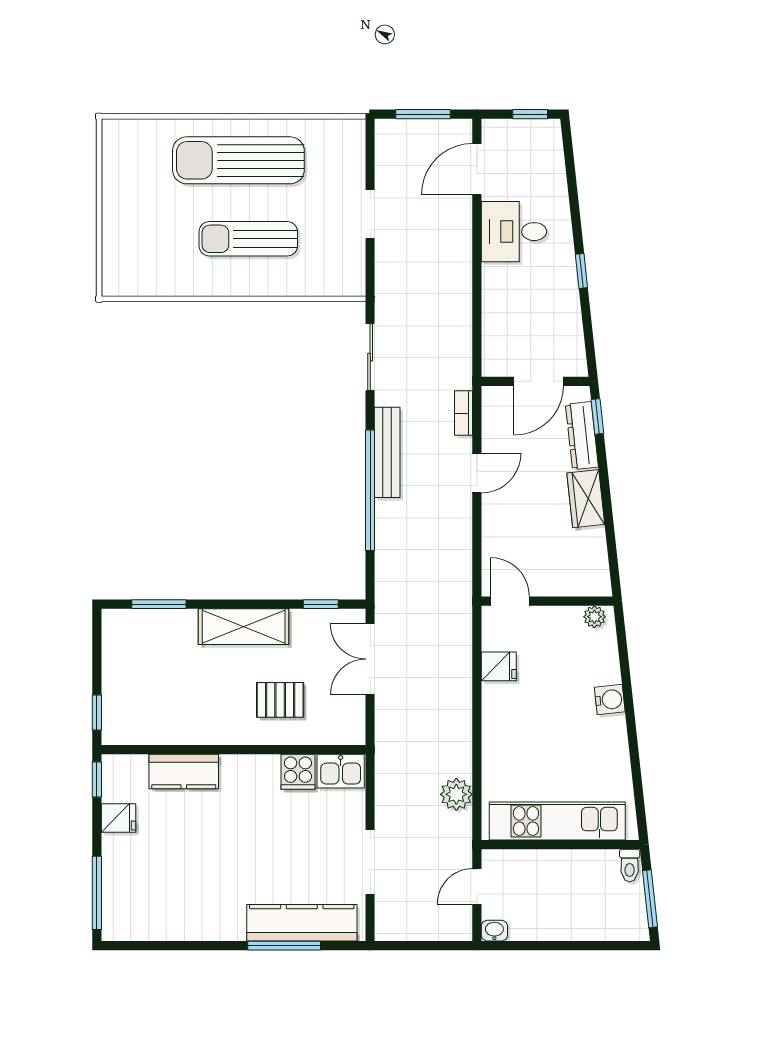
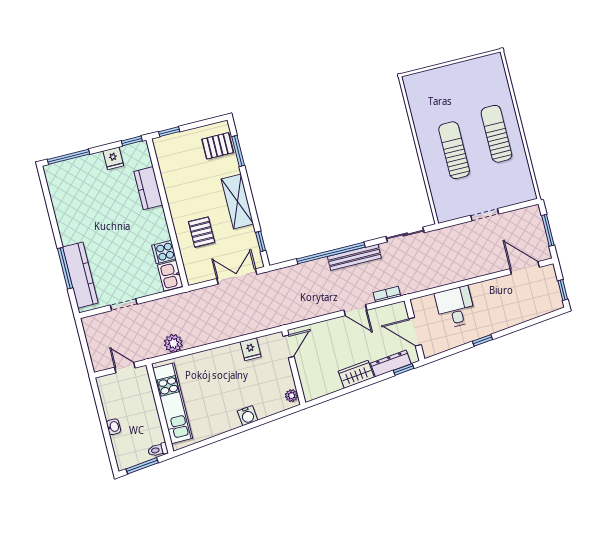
sun lounger: (238, 160) -> (496, 134), width x0.73, depth x0.75
desk: (514, 232) -> (455, 307), moved
pallet: (141, 636) -> (218, 146), added
doorway: (370, 862) -> (124, 305), width x0.73
washbasin: (494, 931) -> (114, 427), moved

